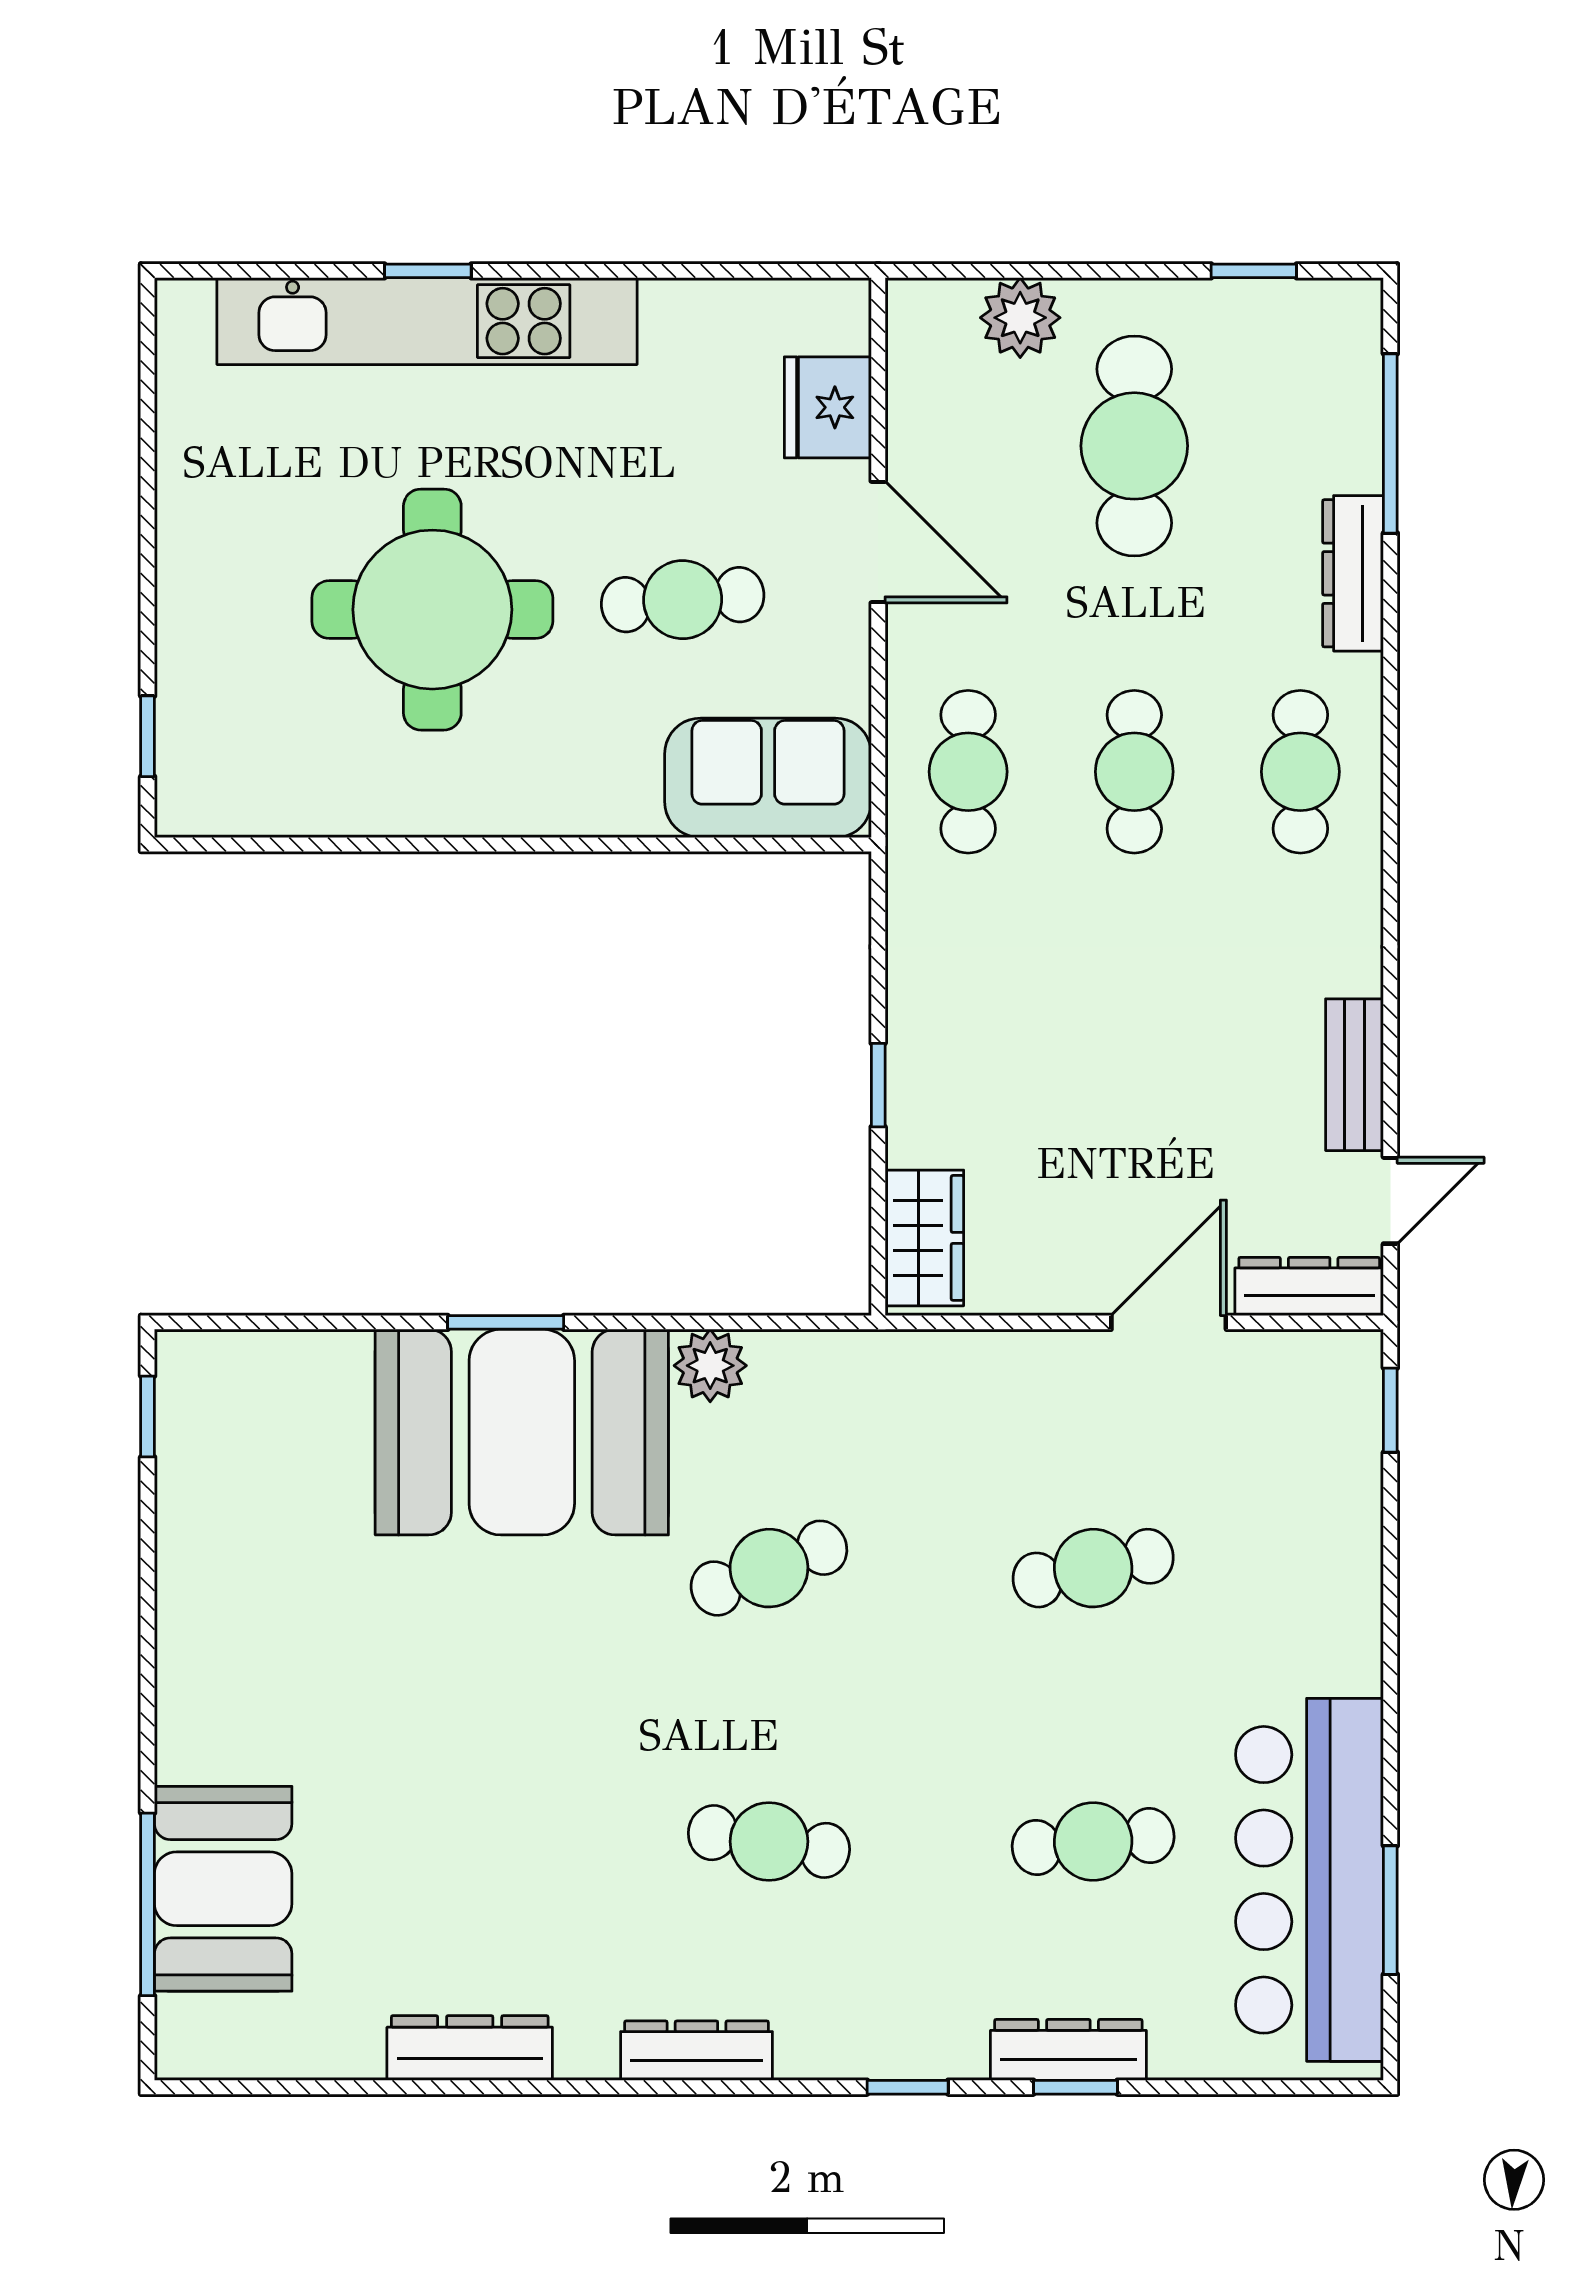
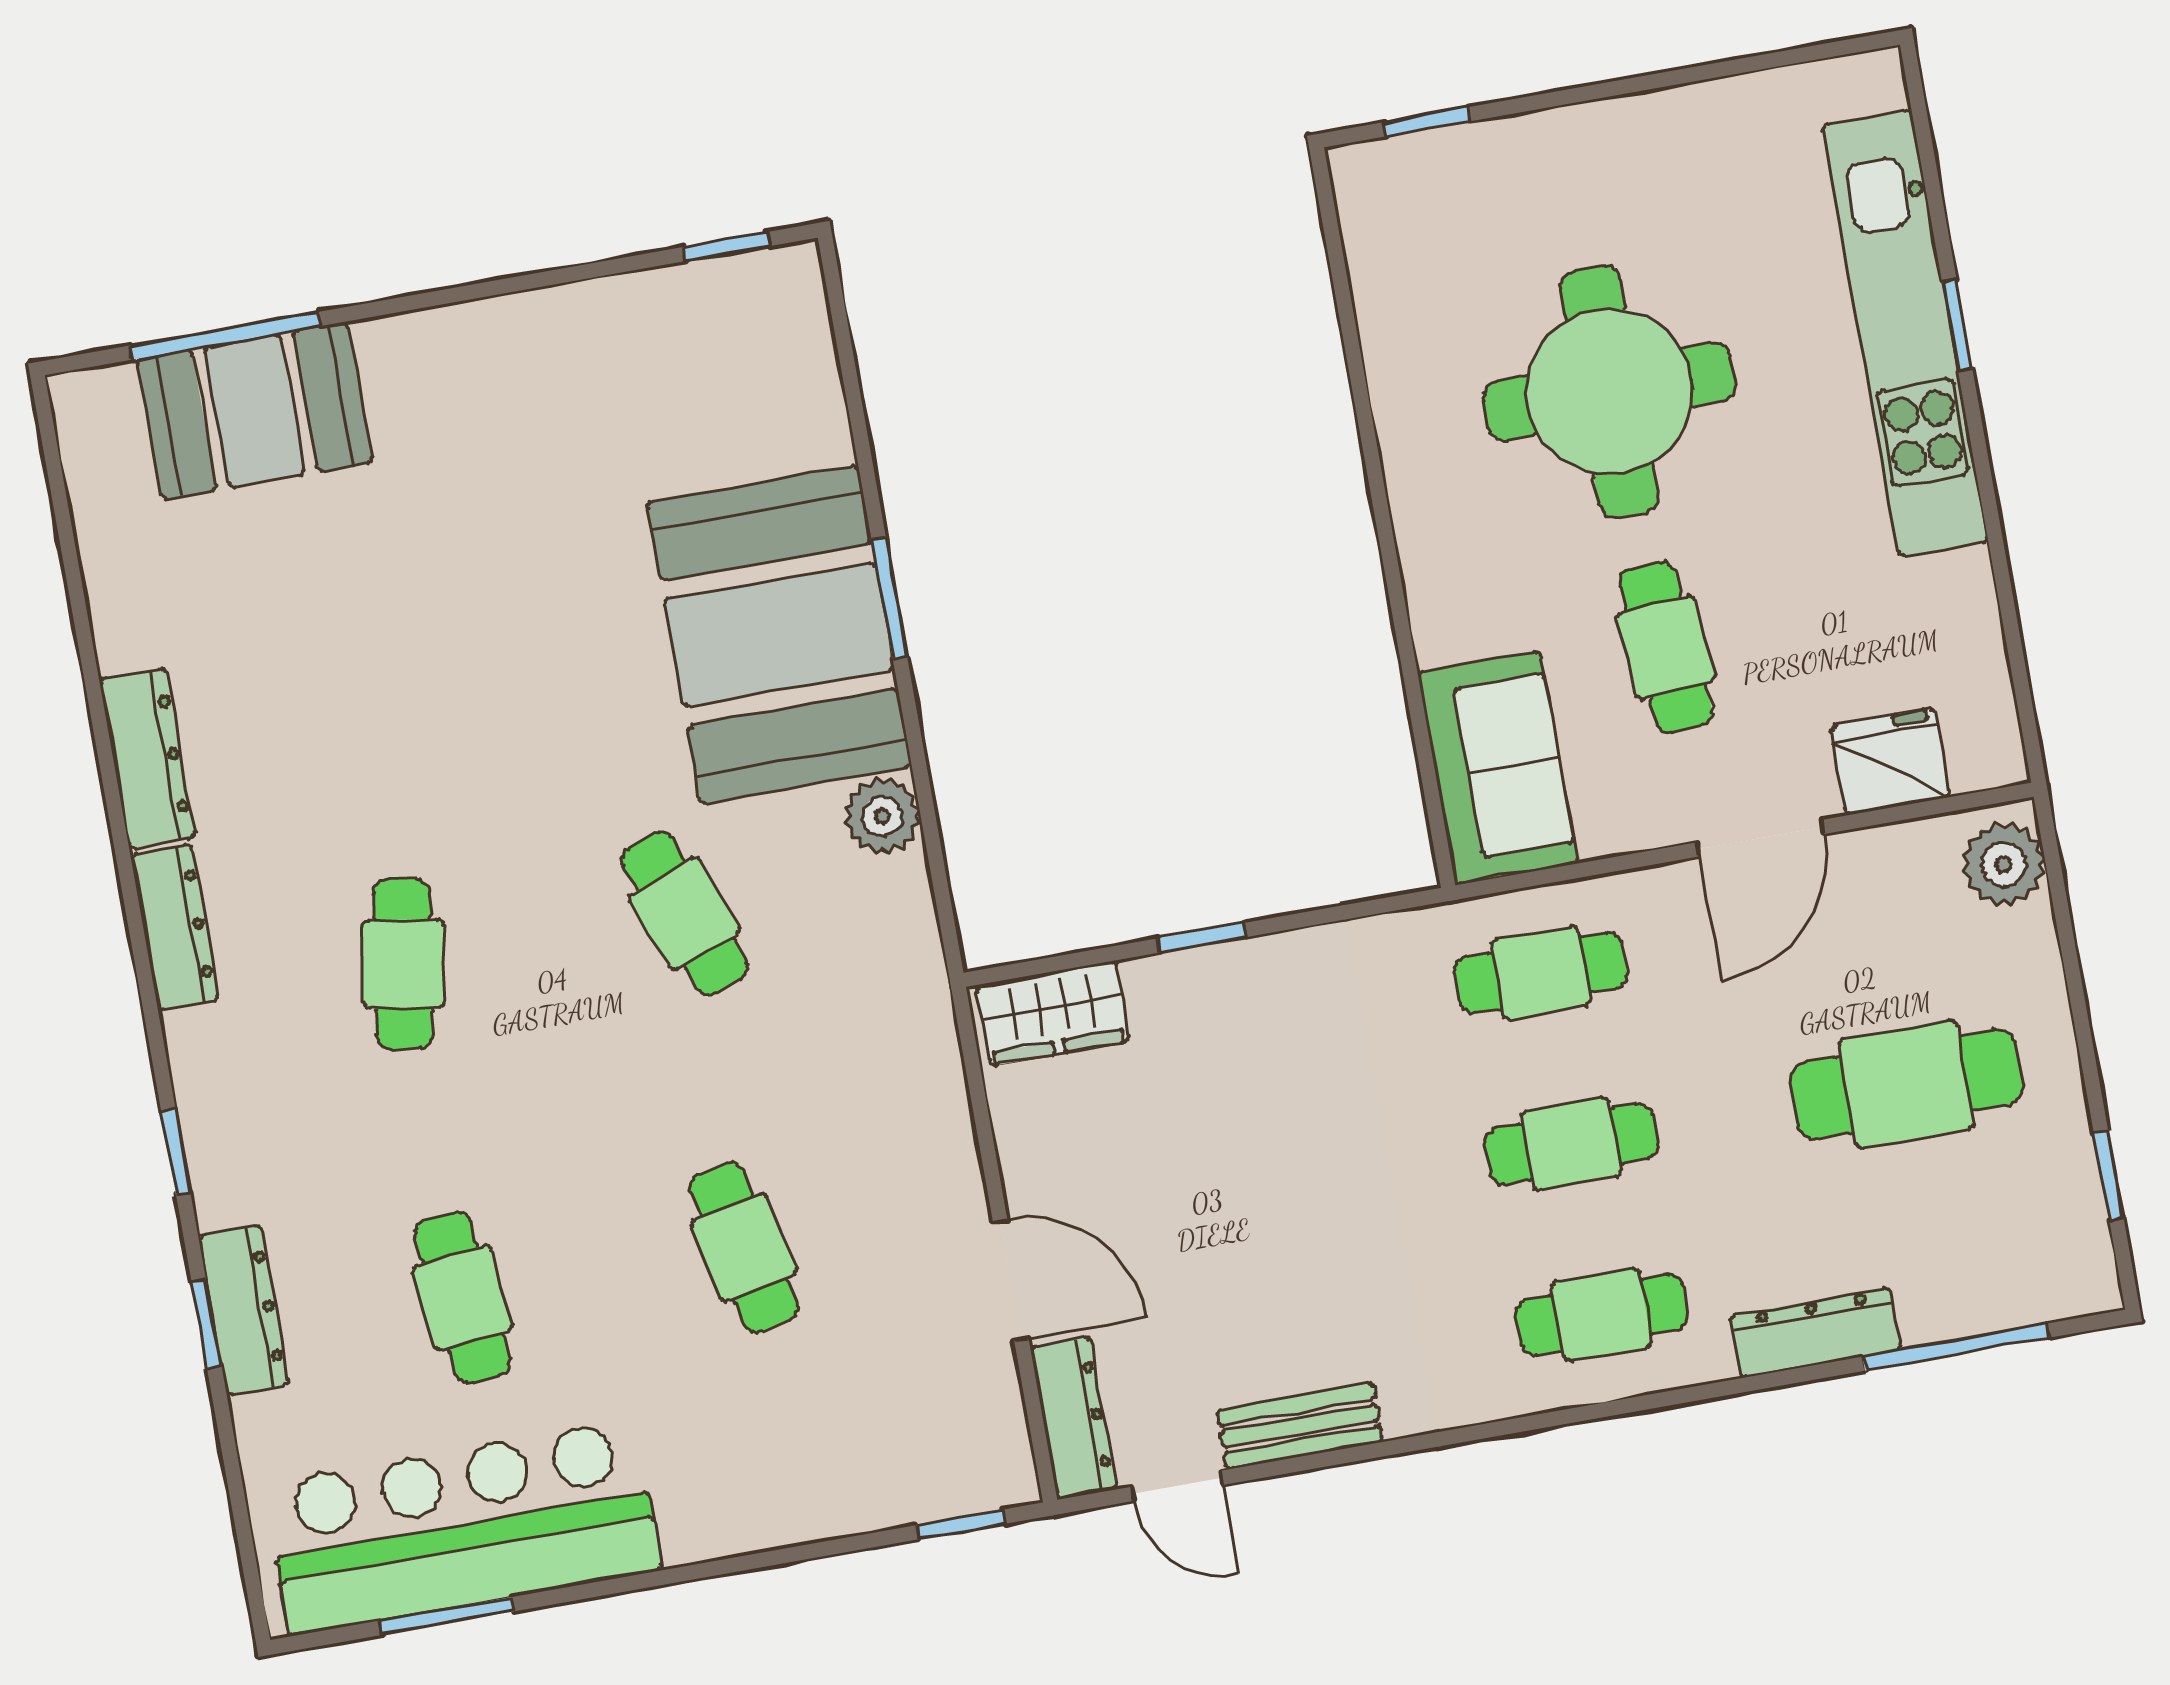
plant: (1020, 318) -> (2004, 864), moved
dresser: (470, 2048) -> (147, 758), moved

